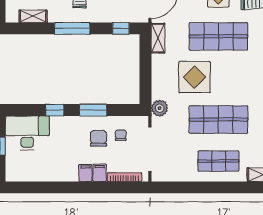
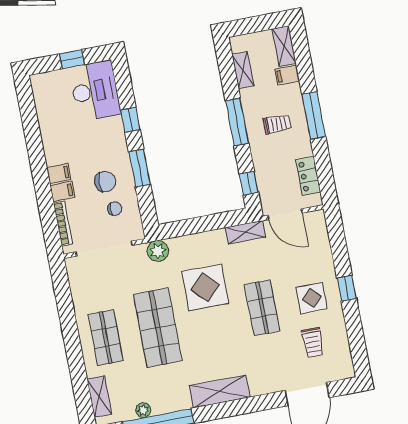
shop shelf: (218, 36) -> (262, 308), width x0.70, depth x0.74

